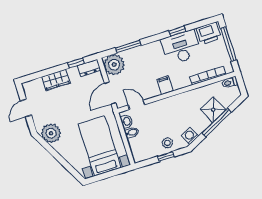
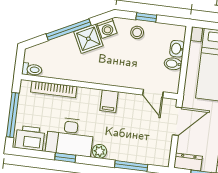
plant: (114, 65) -> (99, 151), moved, width x0.53, depth x0.53
shower: (213, 110) -> (88, 39), moved
washbasin: (127, 121) -> (177, 49), moved

